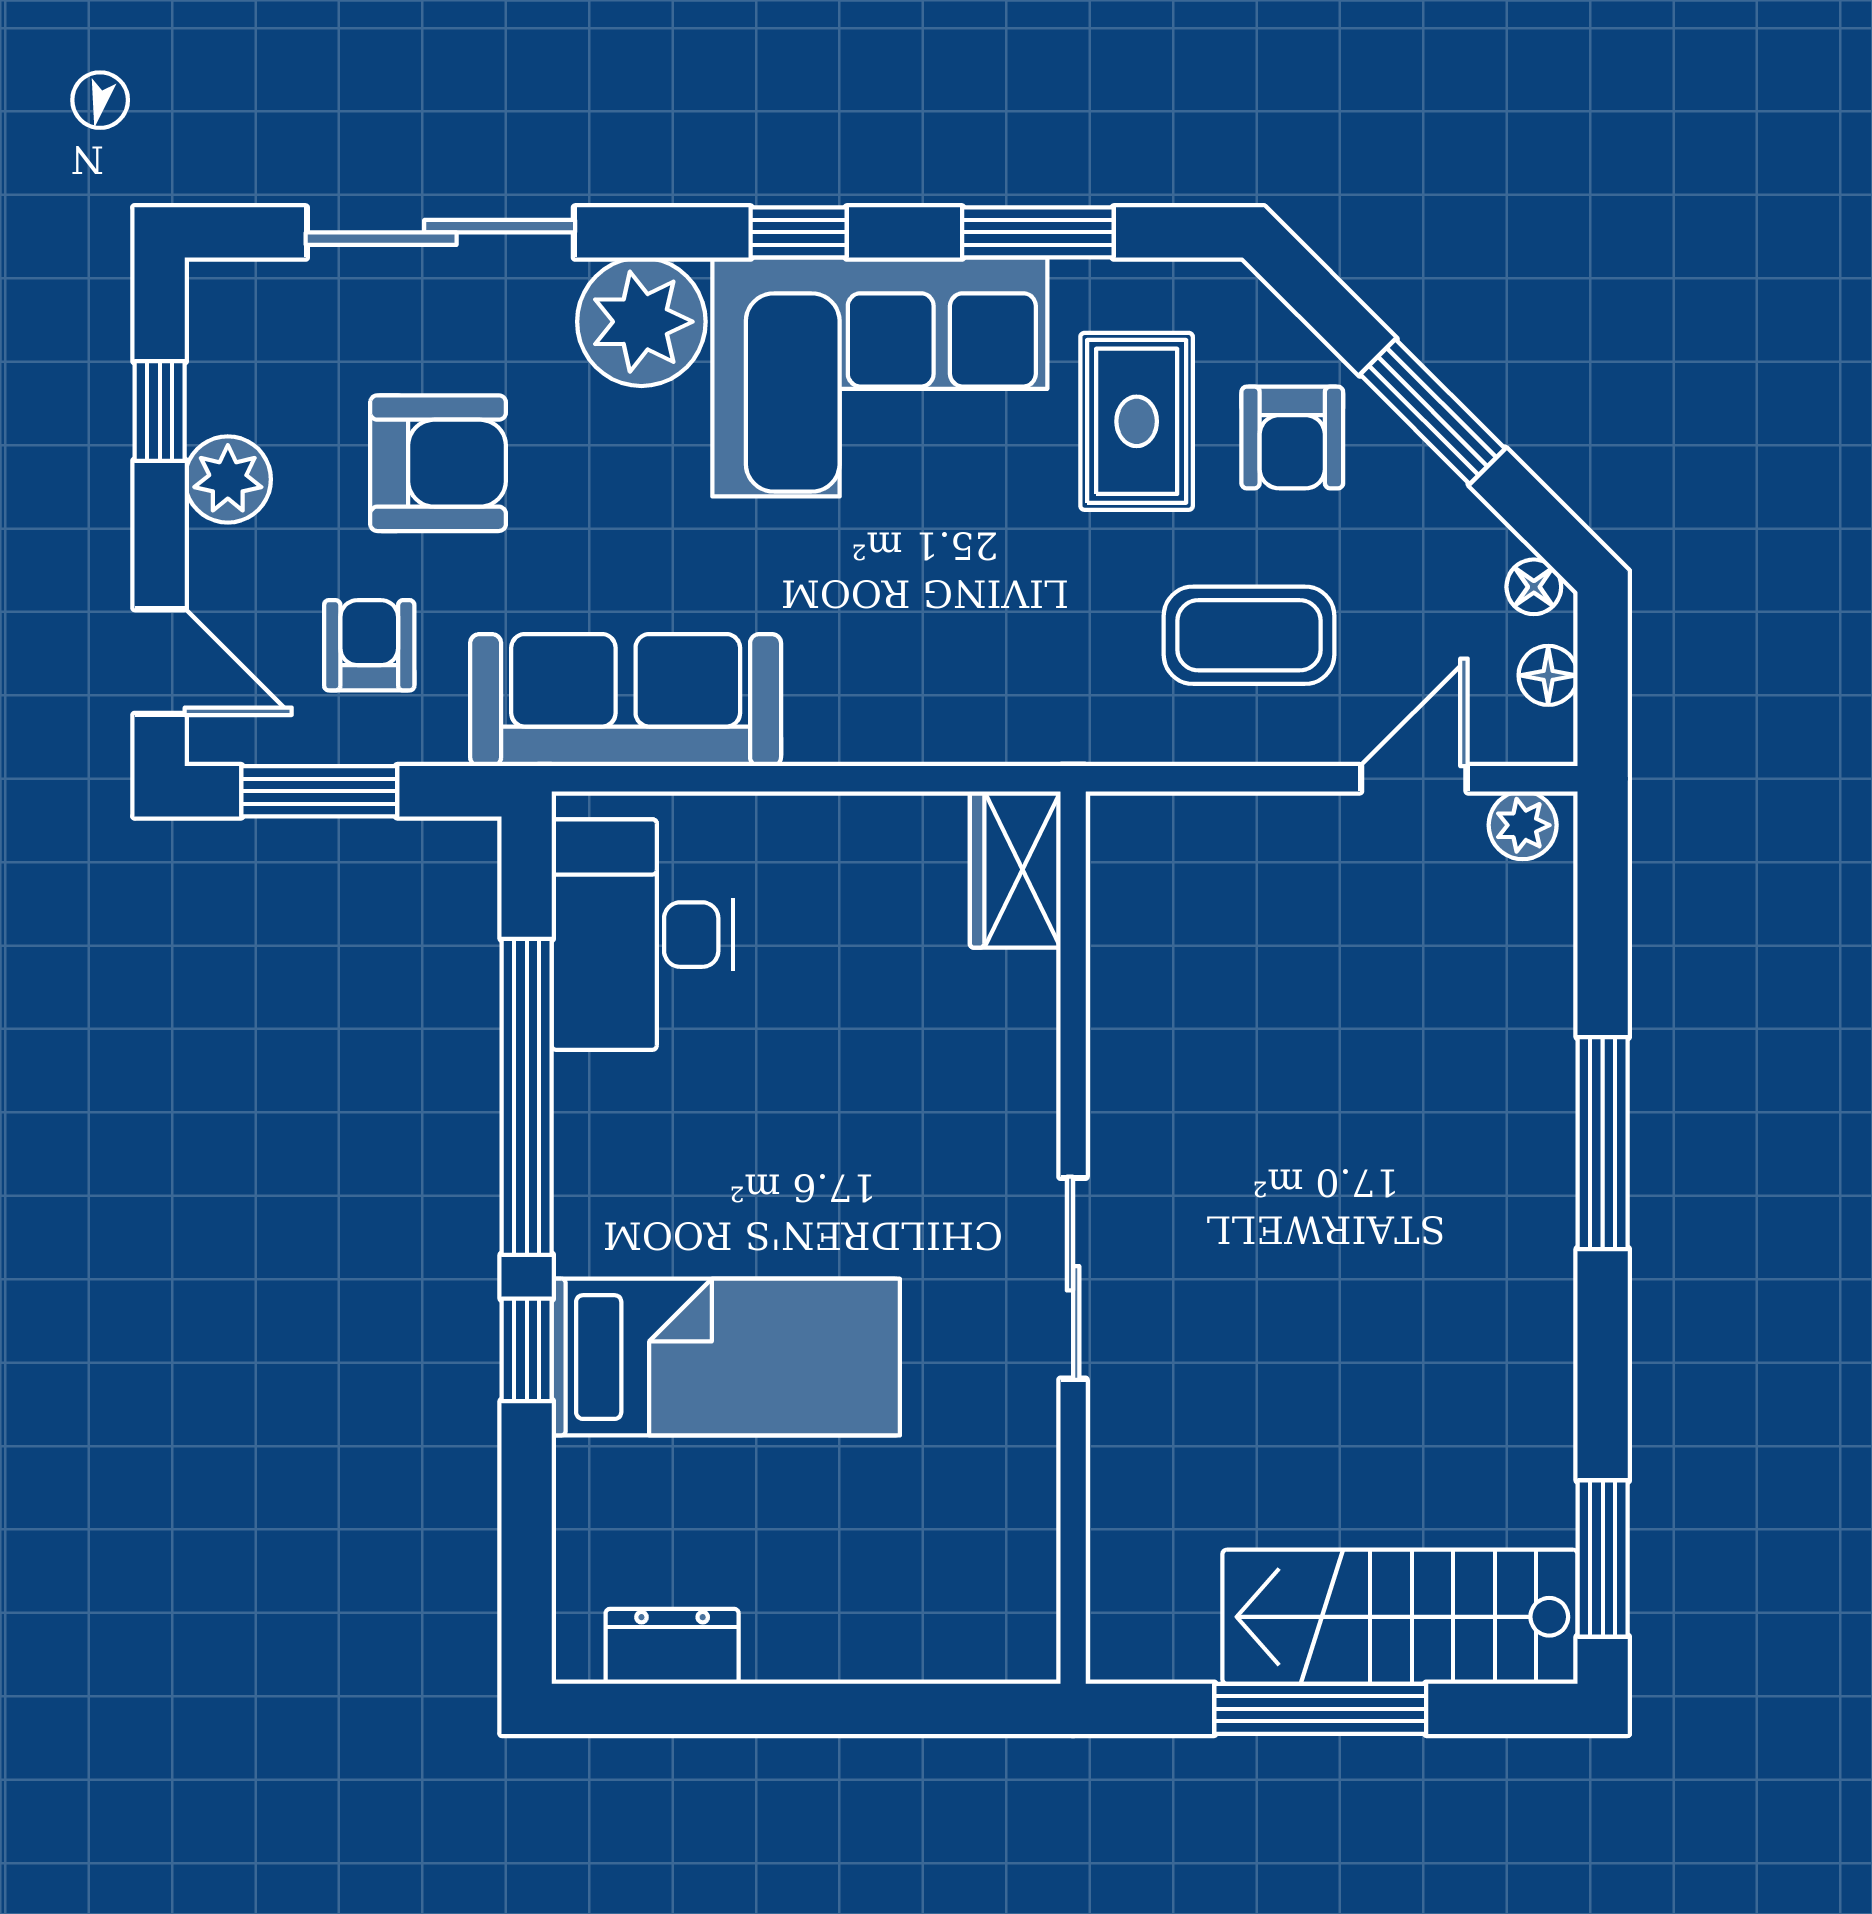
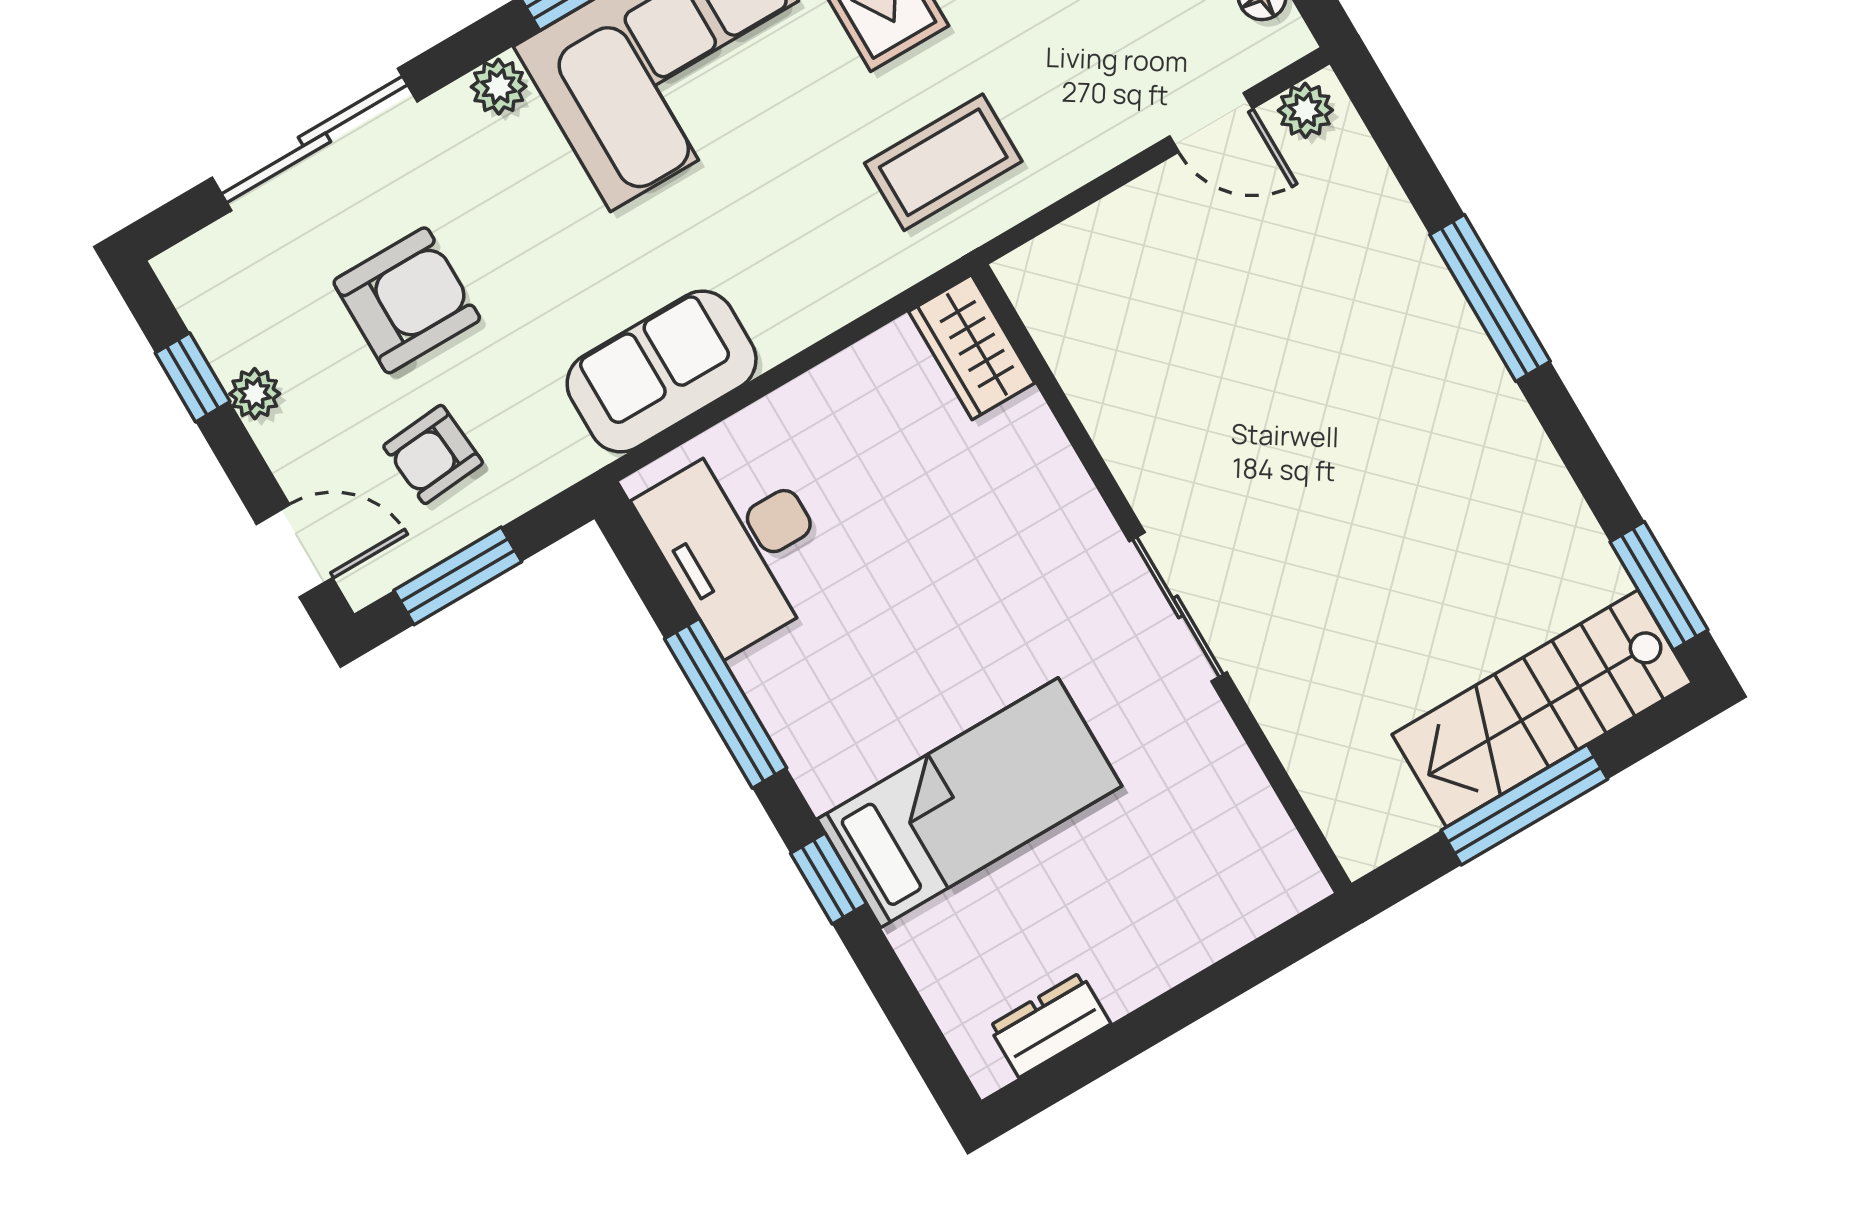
plant: (641, 322) -> (499, 87), width x0.53, depth x0.53
plant: (228, 479) -> (255, 394), width x0.73, depth x0.73
coffee table: (1249, 635) -> (943, 162), moved
armchair: (369, 645) -> (433, 454), turned -95
sofa: (626, 700) -> (662, 372), width x0.73
door: (1414, 779) -> (1211, 122), swing flipped
window: (527, 1097) -> (726, 703), width x0.68

